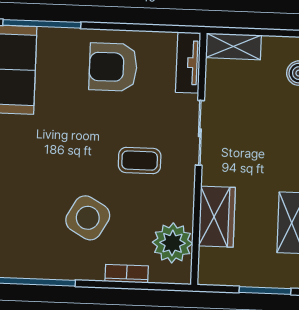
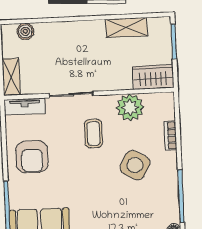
wardrobe: (217, 217) -> (153, 77), moved
plant: (172, 243) -> (130, 107), moved

